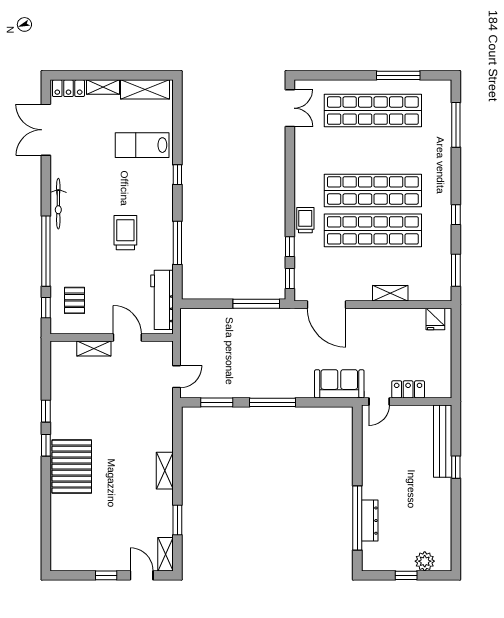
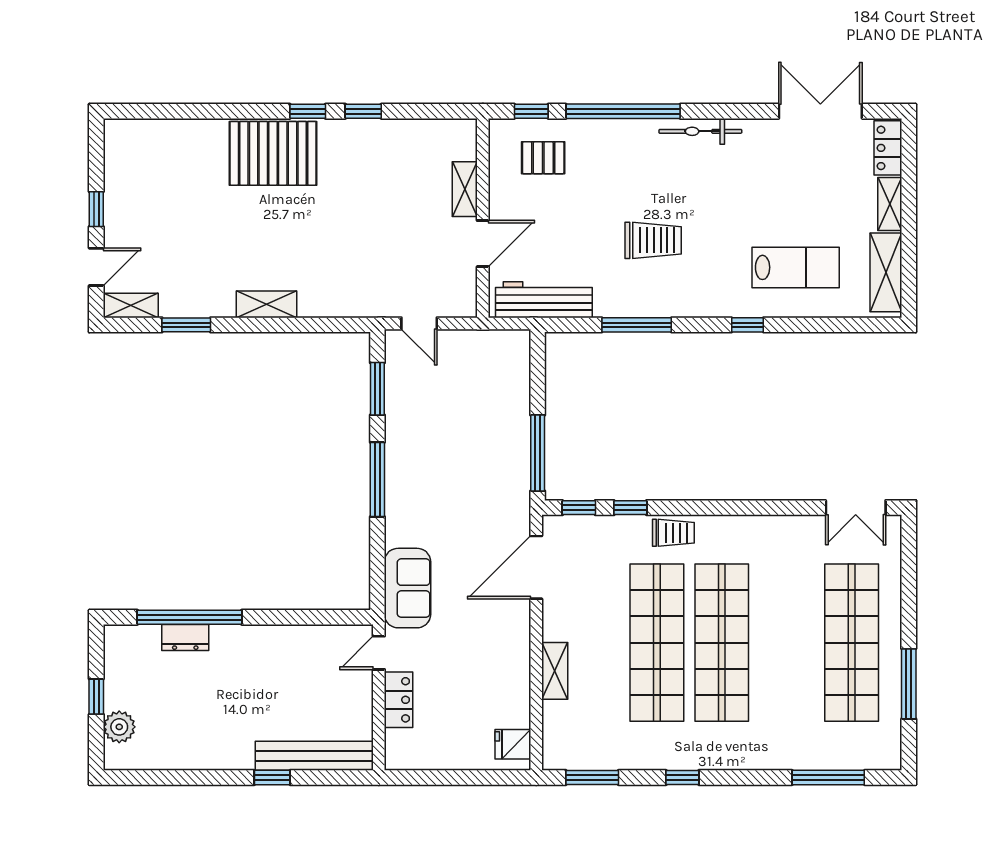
lab bench: (142, 145) -> (796, 267), turned 90
door: (379, 401) -> (379, 653), hinge flipped
dresser: (370, 521) -> (185, 637), width x0.70

